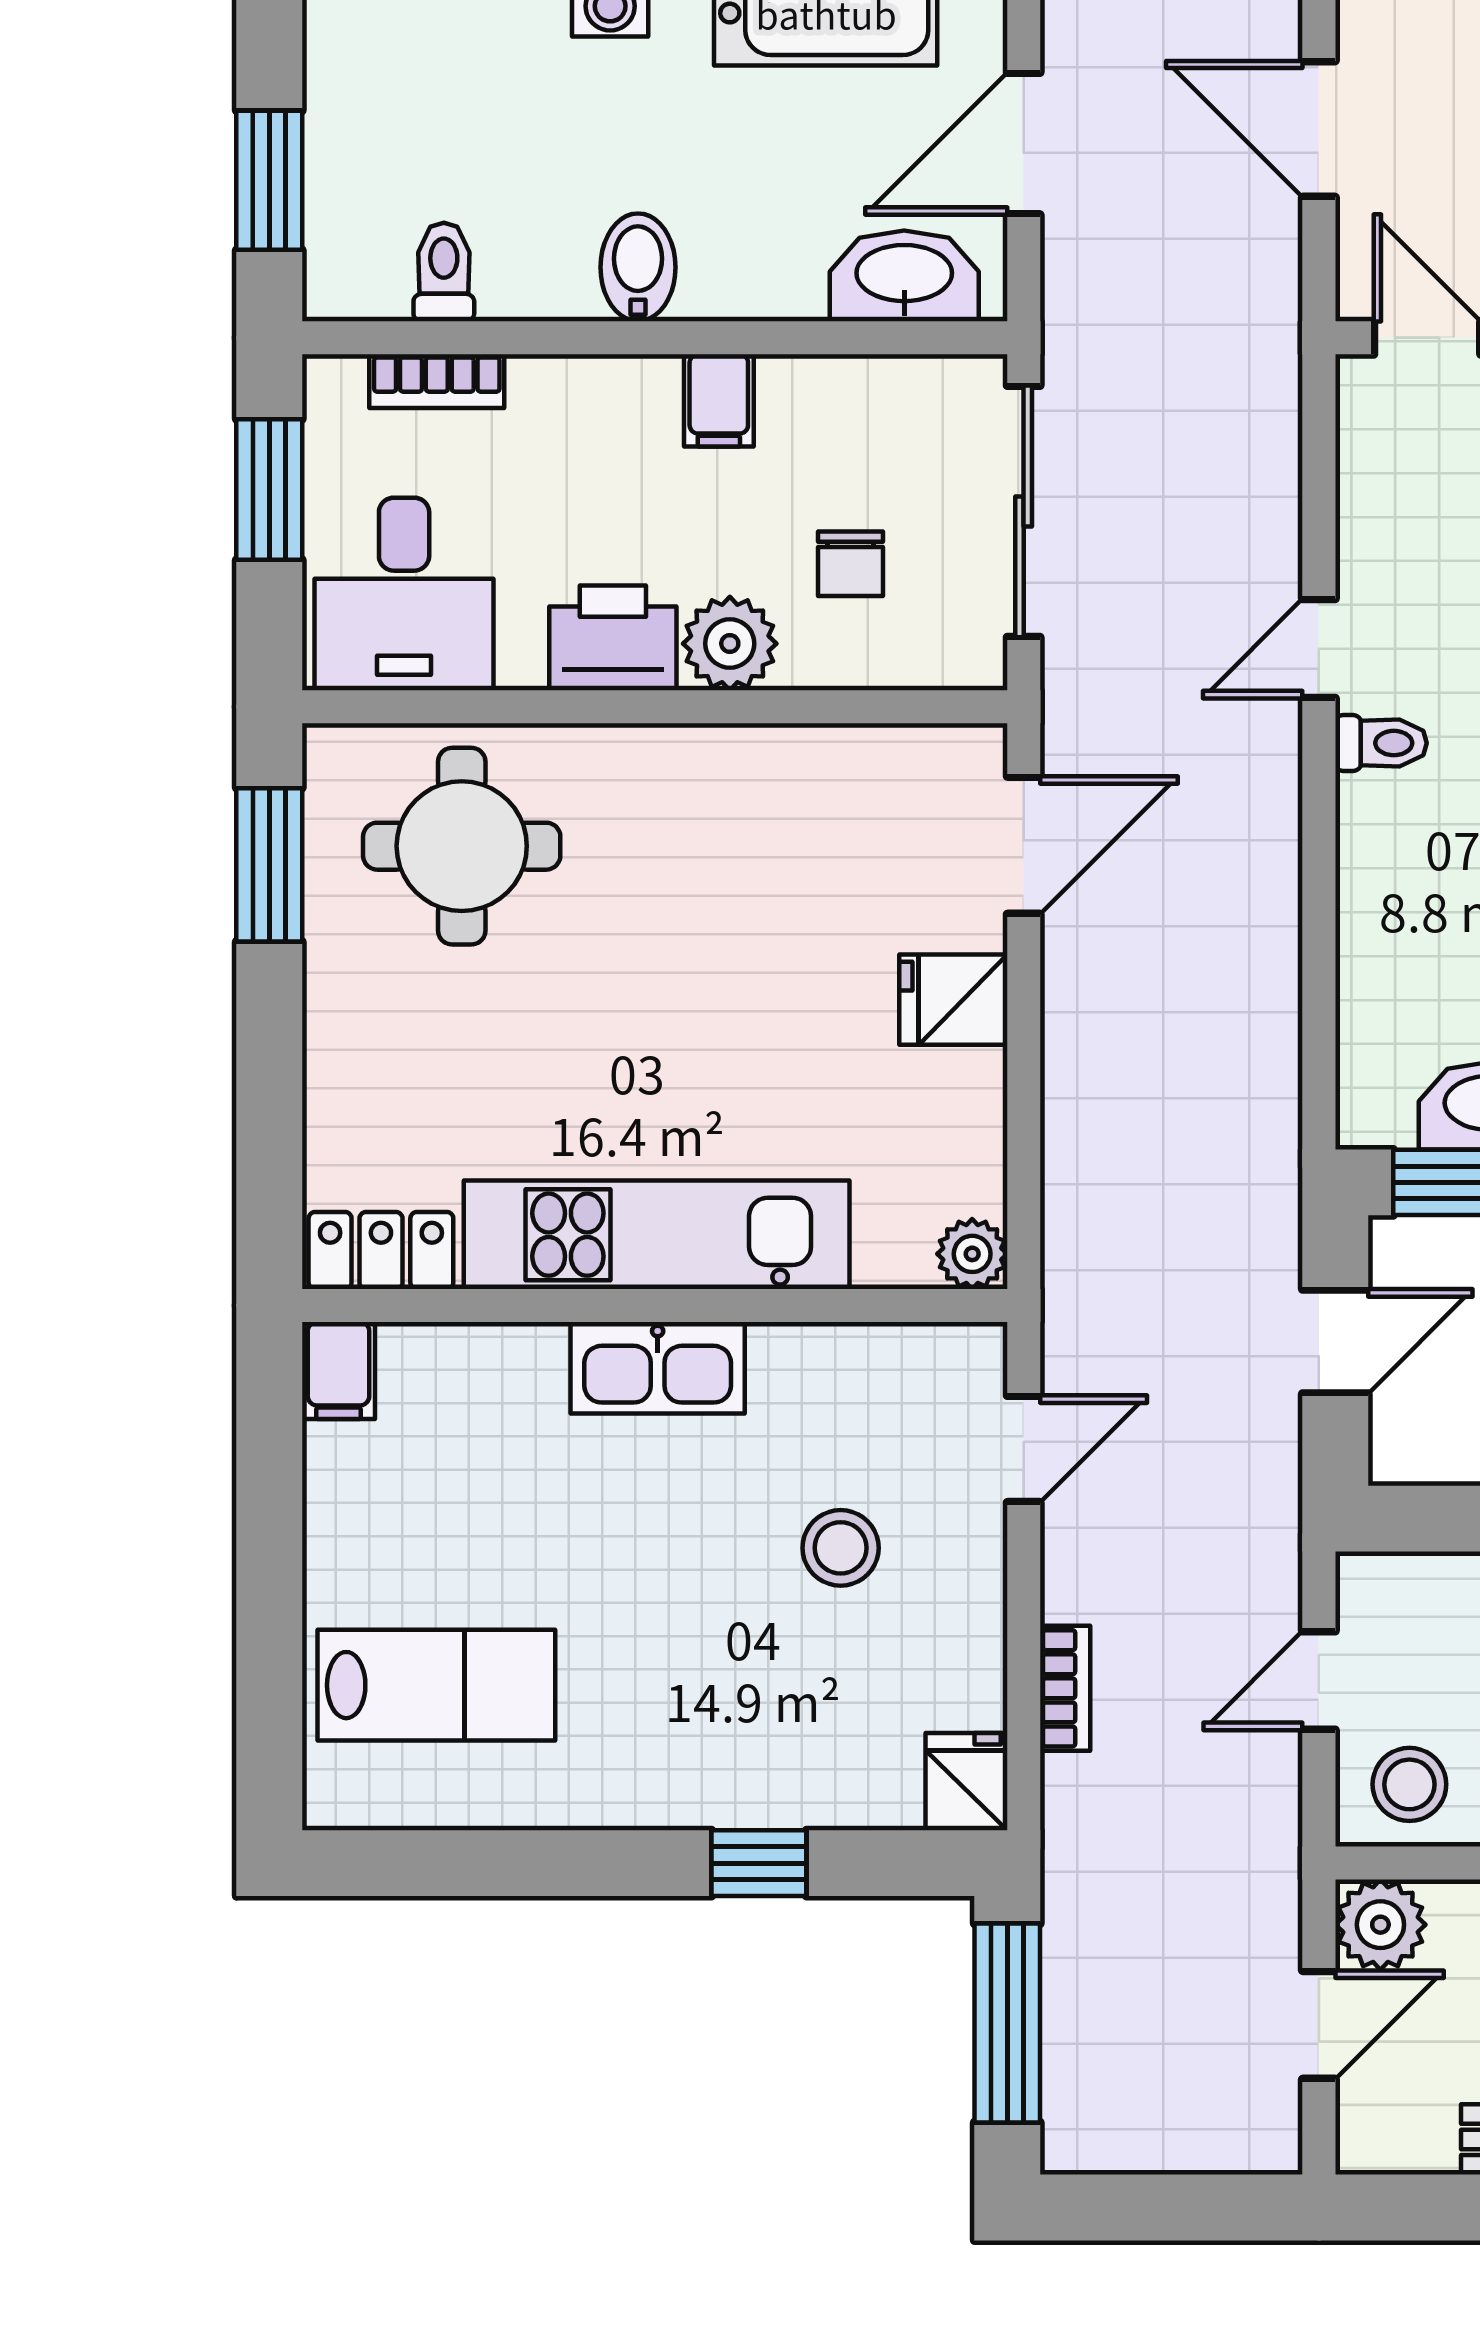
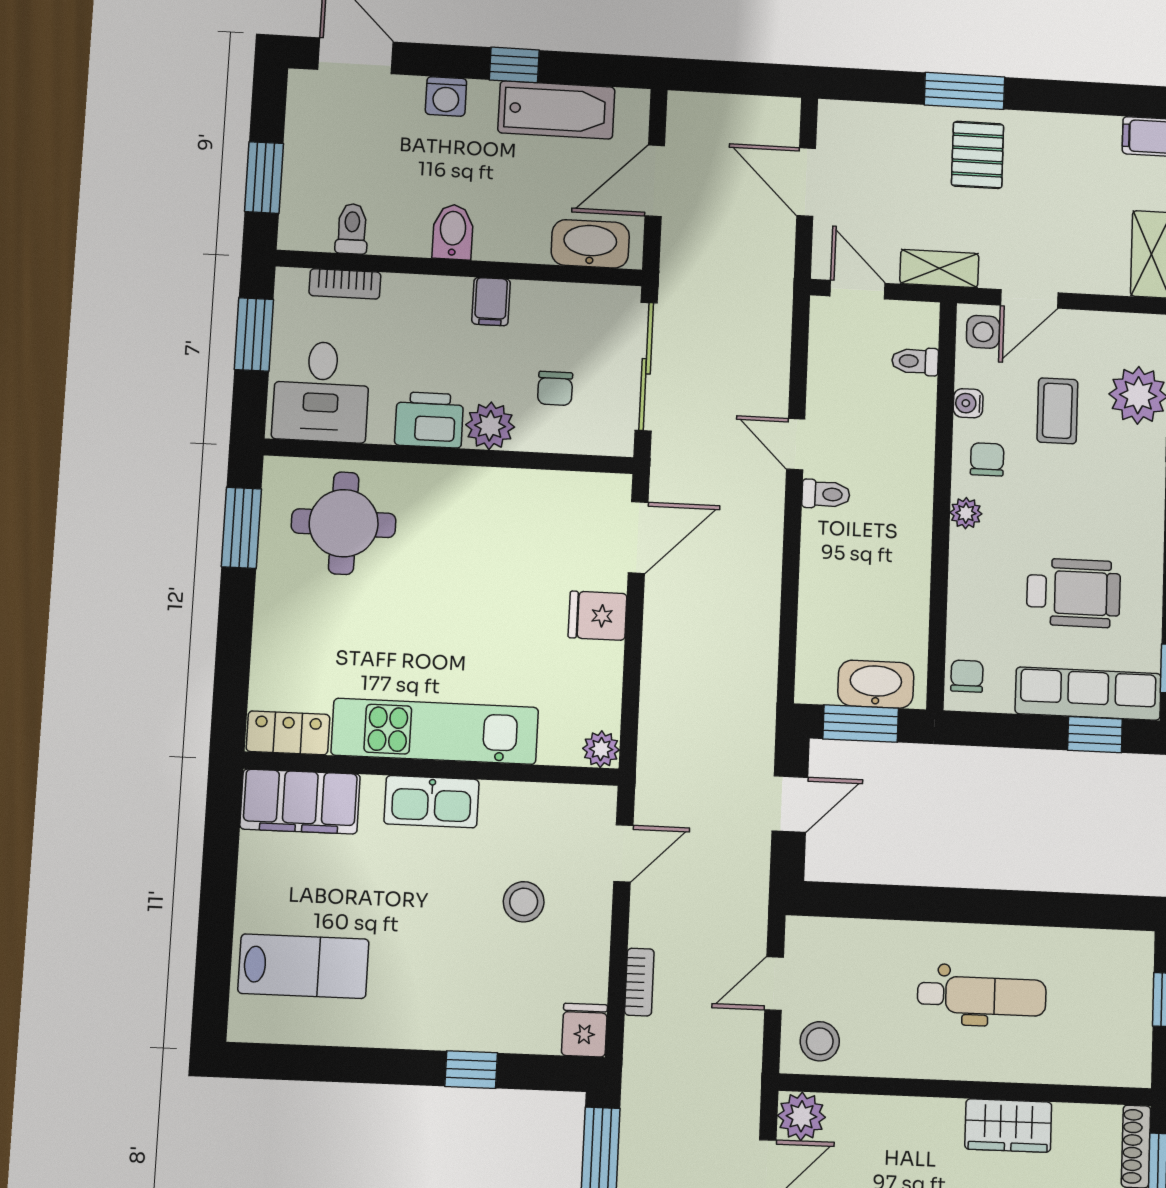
door: (1319, 648) -> (796, 444), hinge flipped
filing cabinet: (338, 1370) -> (300, 802), width x3.00, depth x1.17

